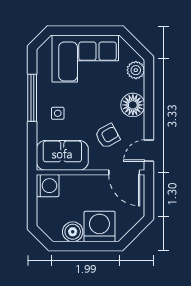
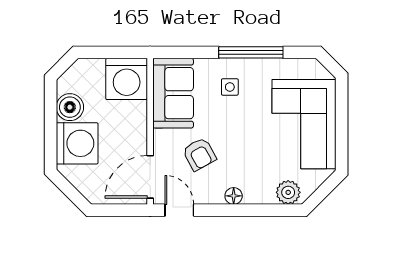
floor lamp: (133, 105) -> (234, 196), width x0.53, depth x0.53
washing machine: (48, 186) -> (127, 79), width x1.37, depth x1.37

